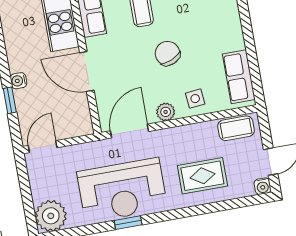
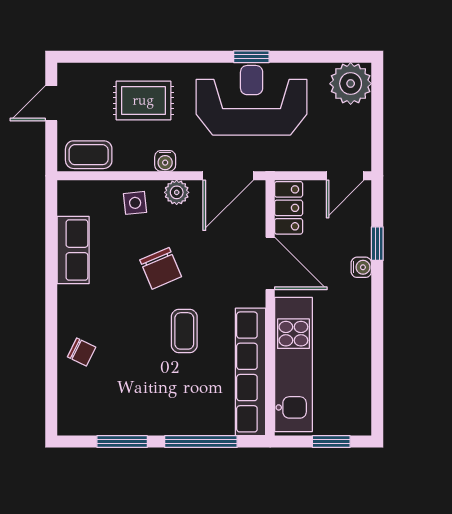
row of seats: (239, 77) -> (73, 250), moved
locker: (80, 115) -> (289, 208), added
water cooler: (263, 186) -> (165, 161), moved, turned 180

